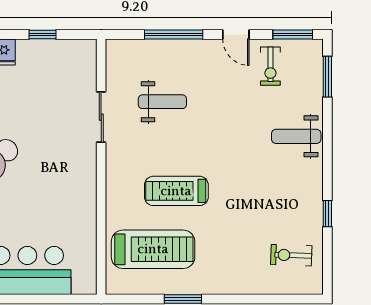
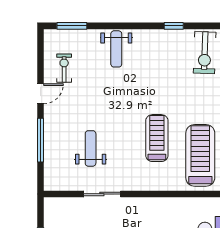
window: (293, 35) -> (41, 52), removed
exercise bike: (270, 66) -> (64, 68), turned -90
treadmill: (176, 191) -> (157, 138), turned 180
exercise bike: (291, 255) -> (205, 53), width x1.38, depth x1.39

